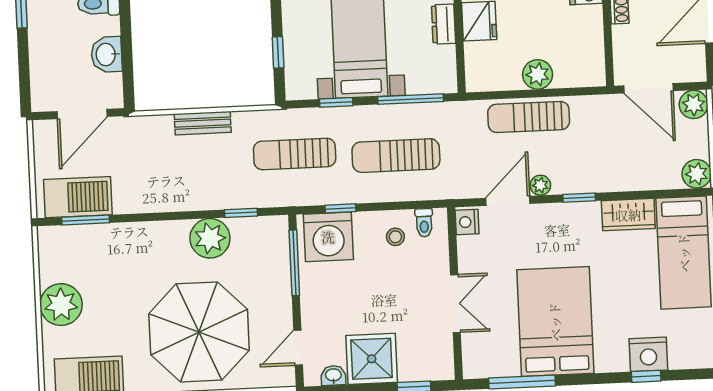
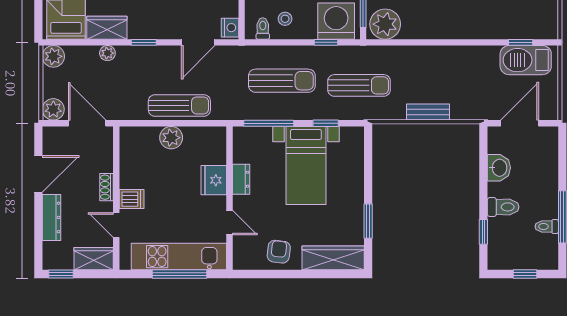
window: (278, 52) -> (368, 163), removed
plant: (540, 185) -> (107, 53), moved
window: (241, 213) -> (402, 42), removed
window: (86, 220) -> (521, 42), width x0.67
plant: (210, 238) -> (385, 24), moved

